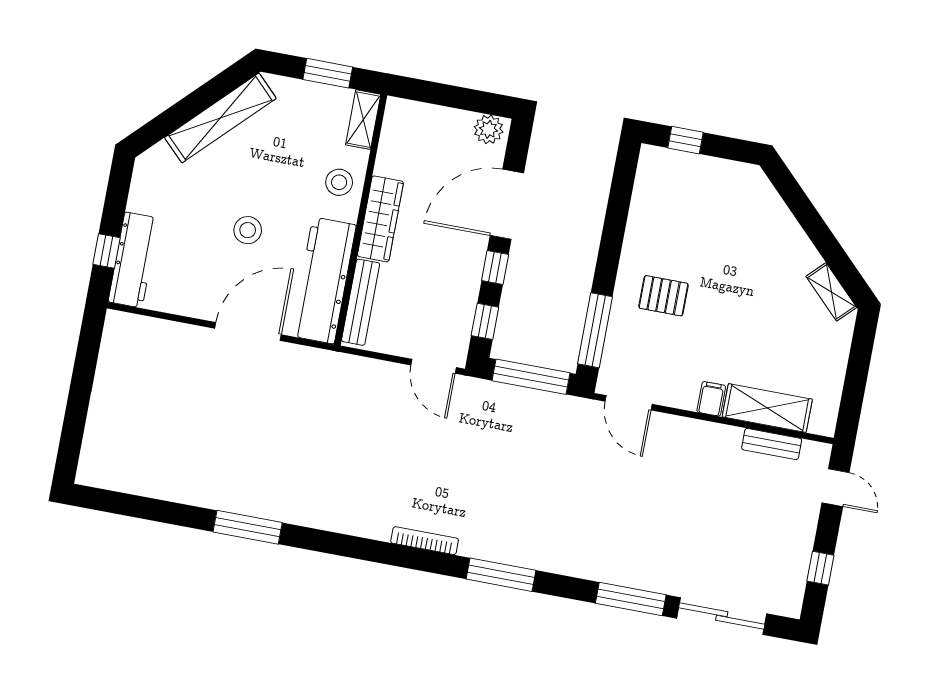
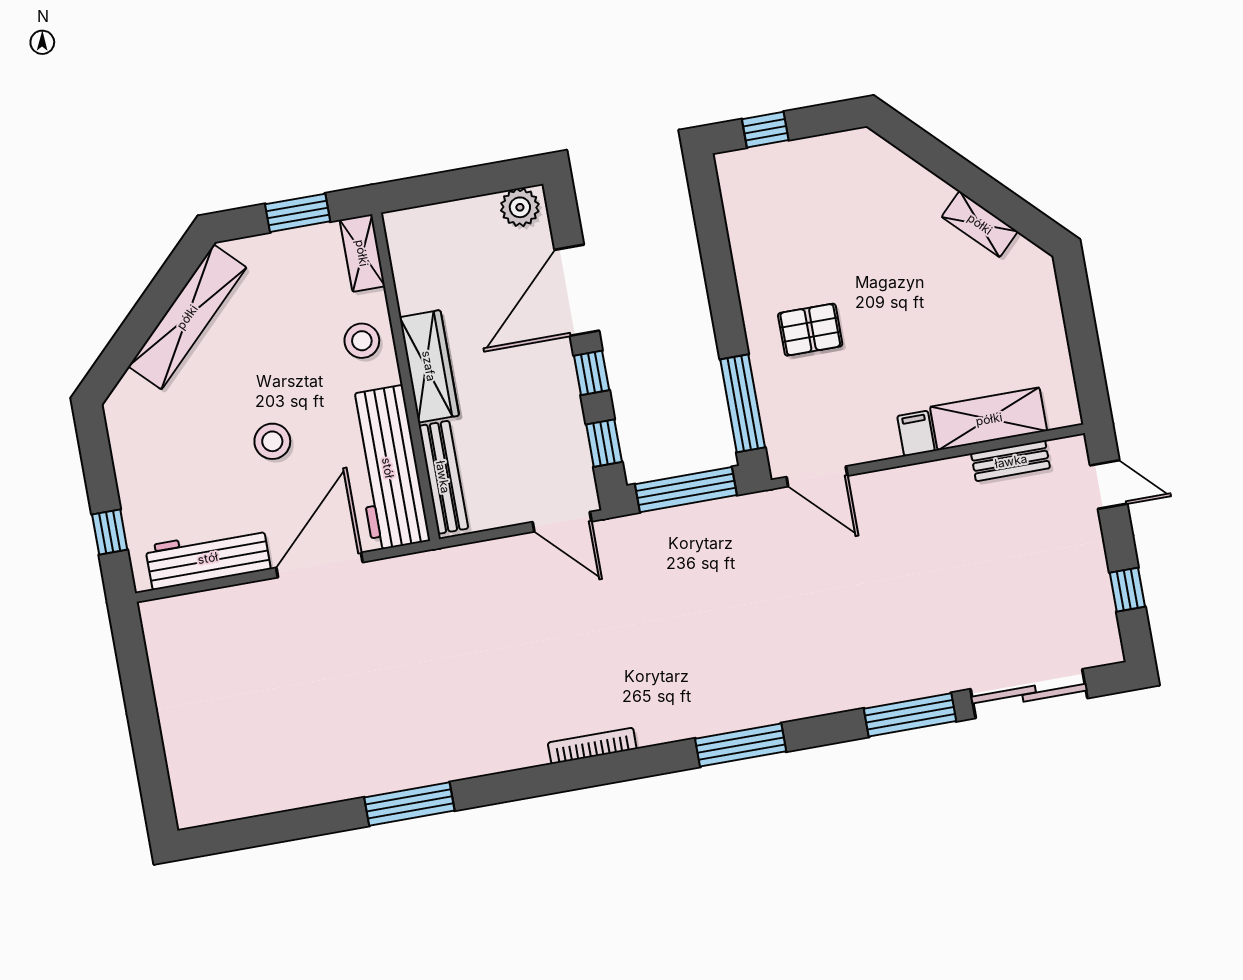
workbench: (133, 260) -> (208, 558), moved, turned -90
shelving: (831, 292) -> (980, 224), moved
bookcase: (425, 541) -> (592, 746), moved

